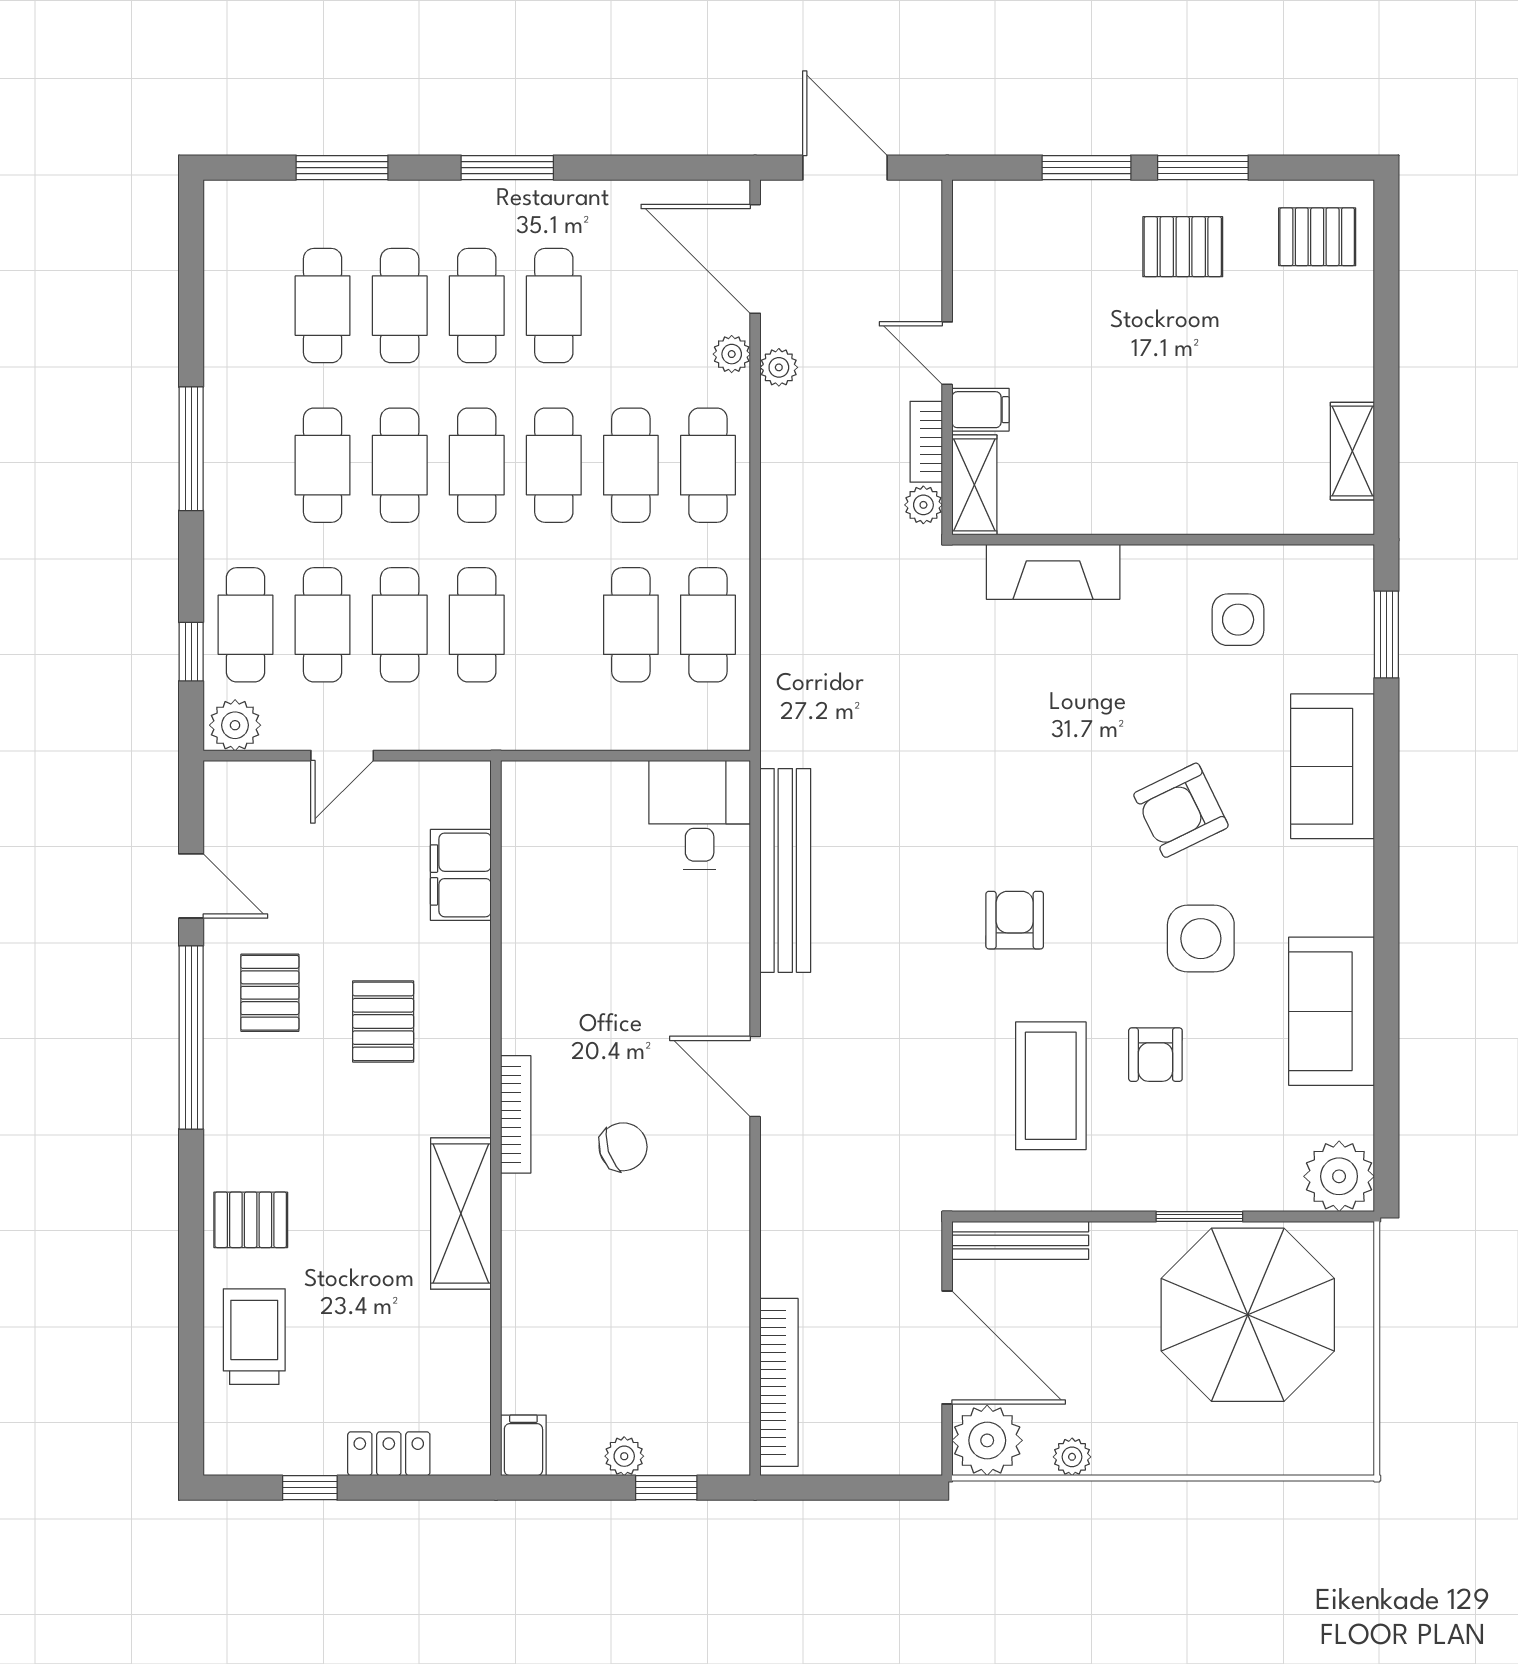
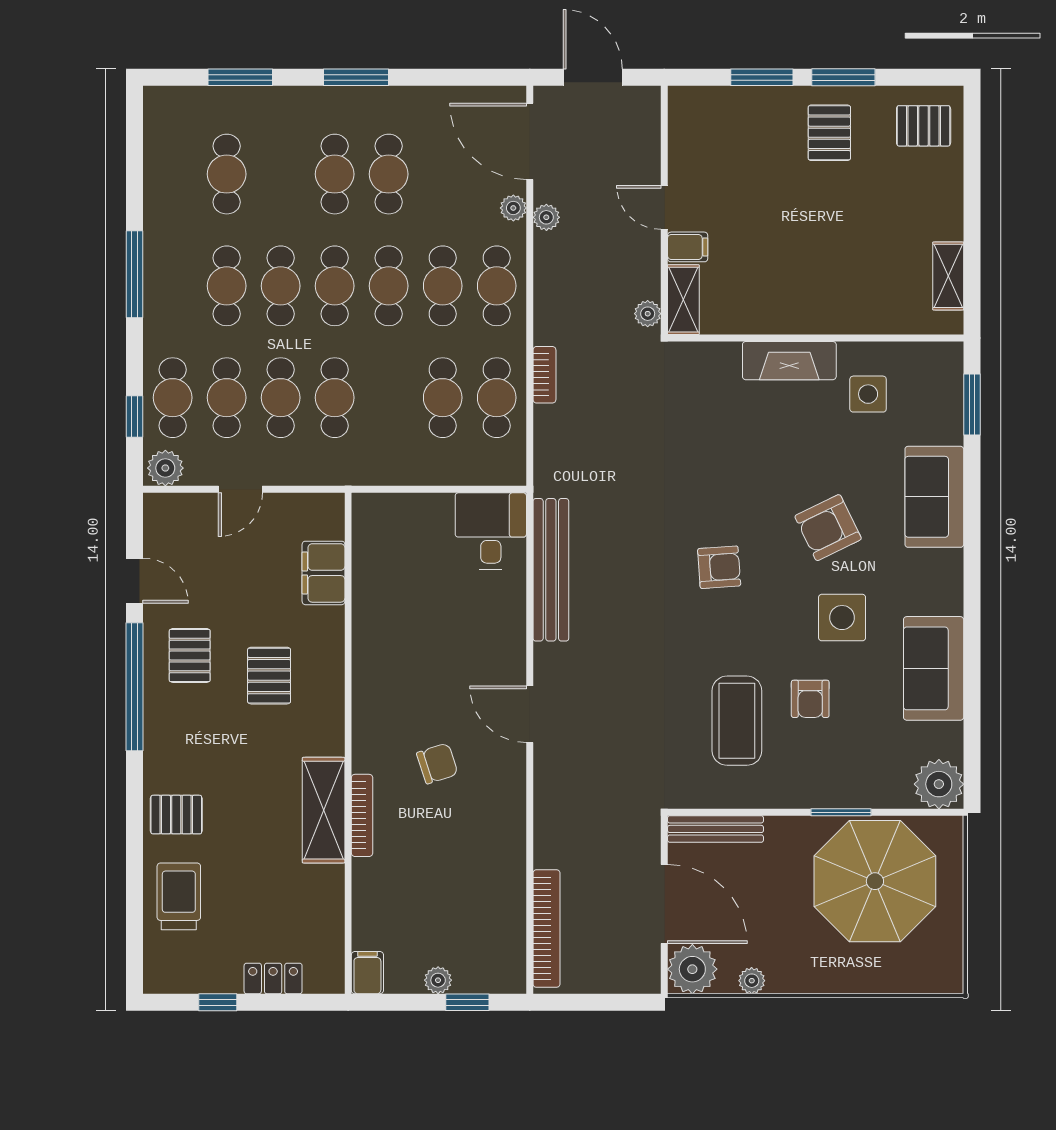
pallet: (1183, 247) -> (829, 133), turned 90
cafe table: (400, 306) -> (281, 174), removed
bookcase: (926, 442) -> (544, 375), moved, turned 180
fireplace: (1053, 572) -> (789, 361), moved
armchair: (1015, 920) -> (719, 567), moved, turned 86
bookcase: (516, 1114) -> (362, 815), moved

